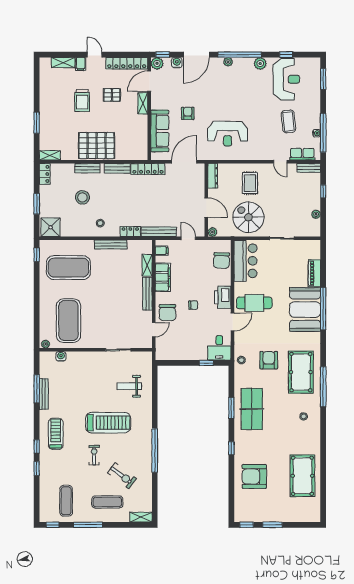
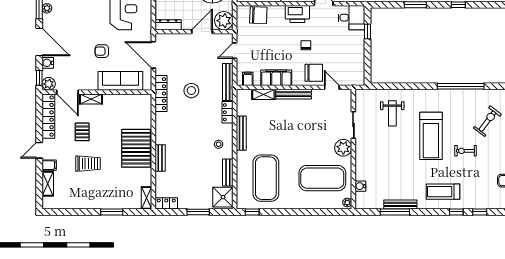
bench: (117, 168) -> (228, 173), moved
stool: (82, 197) -> (191, 91), moved
plant: (212, 232) -> (224, 21), width x1.88, depth x1.88
plant: (97, 340) -> (343, 148), added
treadmill: (108, 423) -> (431, 136), turned 180

